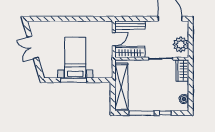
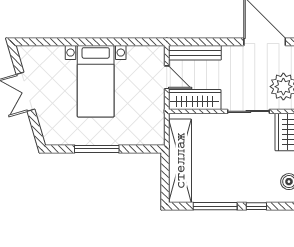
door: (114, 39) -> (167, 77), hinge flipped
bed with nightstands: (75, 58) -> (96, 81), moved, turned 180

